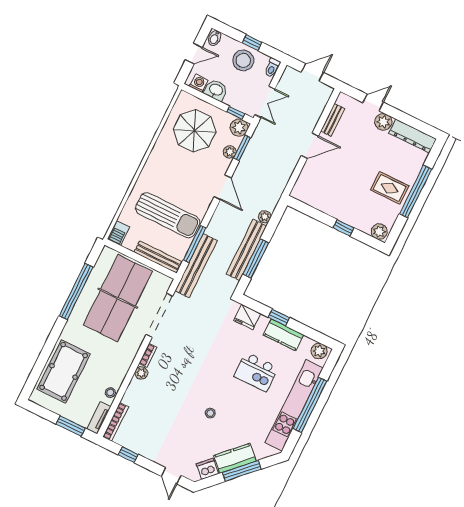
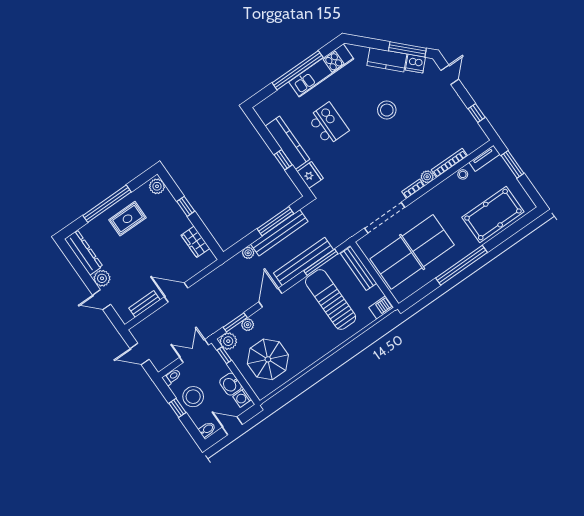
rug: (390, 188) -> (128, 219), turned 90
wardrobe: (317, 201) -> (195, 242), added
bench: (196, 266) -> (304, 261), moved
window: (76, 291) -> (462, 265), moved
kitchen counter: (283, 335) -> (287, 143), width x1.50
plant: (319, 351) -> (265, 112), removed
kitchen unit: (294, 405) -> (321, 70), width x0.73
stool: (210, 413) -> (387, 110), width x1.89, depth x1.89
bookcase: (116, 422) -> (449, 163), moved
window: (242, 471) -> (407, 49), moved

